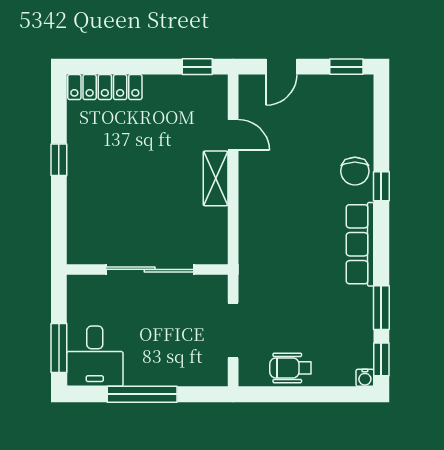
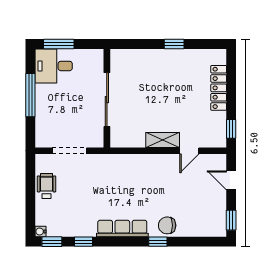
locker: (105, 87) -> (219, 88), moved
window: (381, 308) -> (83, 242), width x0.67

